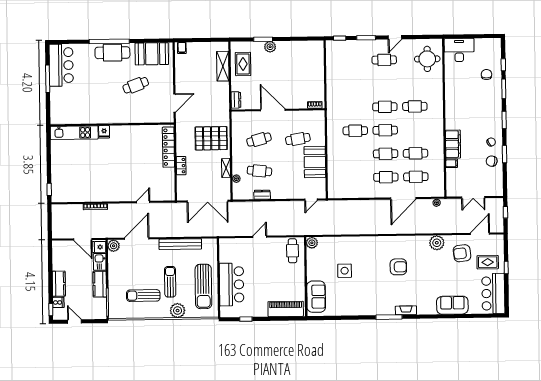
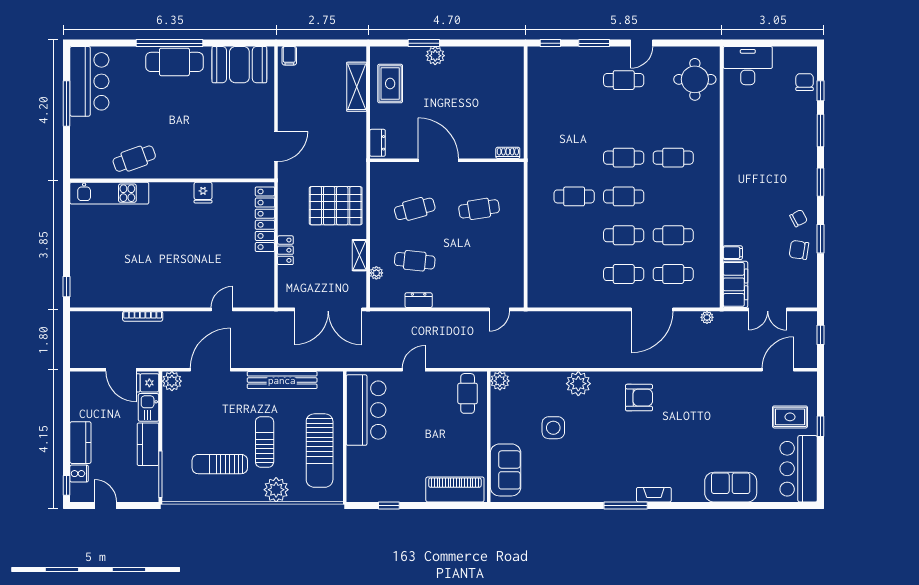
chair: (486, 74) -> (805, 82), moved
cafe table: (136, 85) -> (134, 159), moved
fridge: (104, 132) -> (203, 193), moved
filing cabinet: (453, 144) -> (735, 284), moved
booth: (315, 162) -> (507, 247), removed
plant: (437, 243) -> (578, 384), moved
armchair: (462, 253) -> (748, 401), removed
armchair: (398, 267) -> (639, 398), moved
bar counter: (232, 284) -> (366, 410), moved

